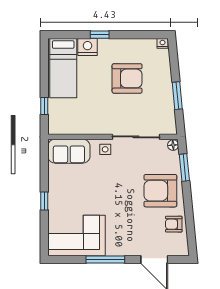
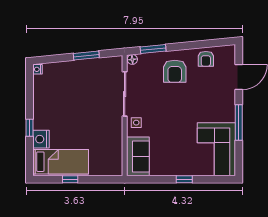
armchair: (127, 78) -> (70, 102), removed
window: (44, 106) -> (70, 179), moved
armchair: (160, 191) -> (175, 71), width x0.73, depth x0.73

